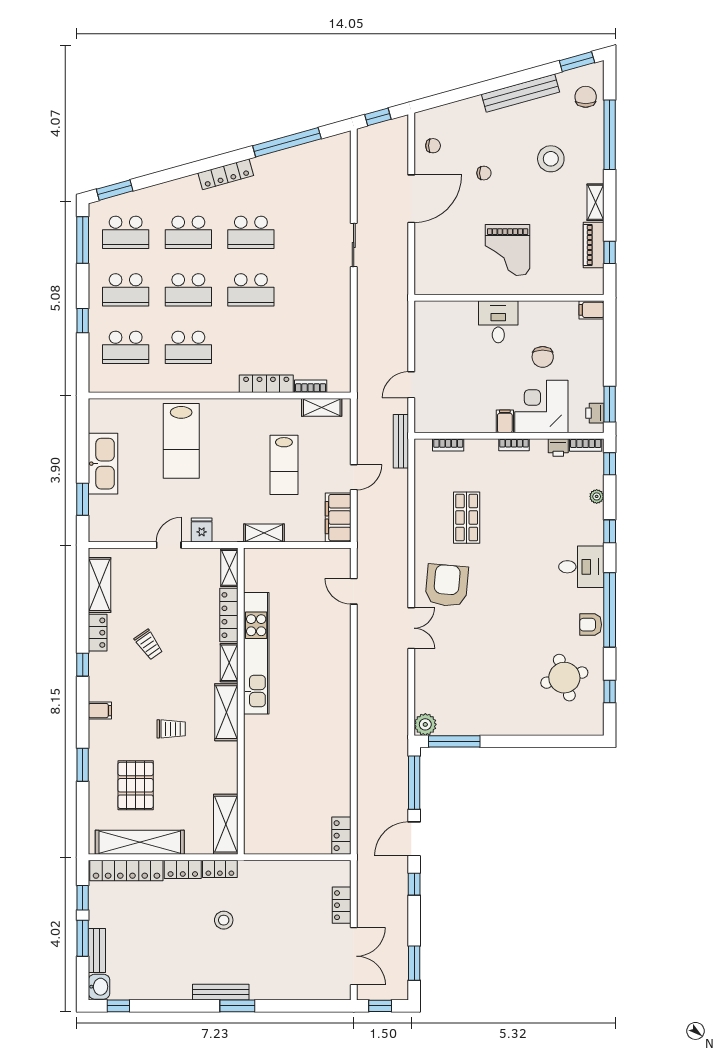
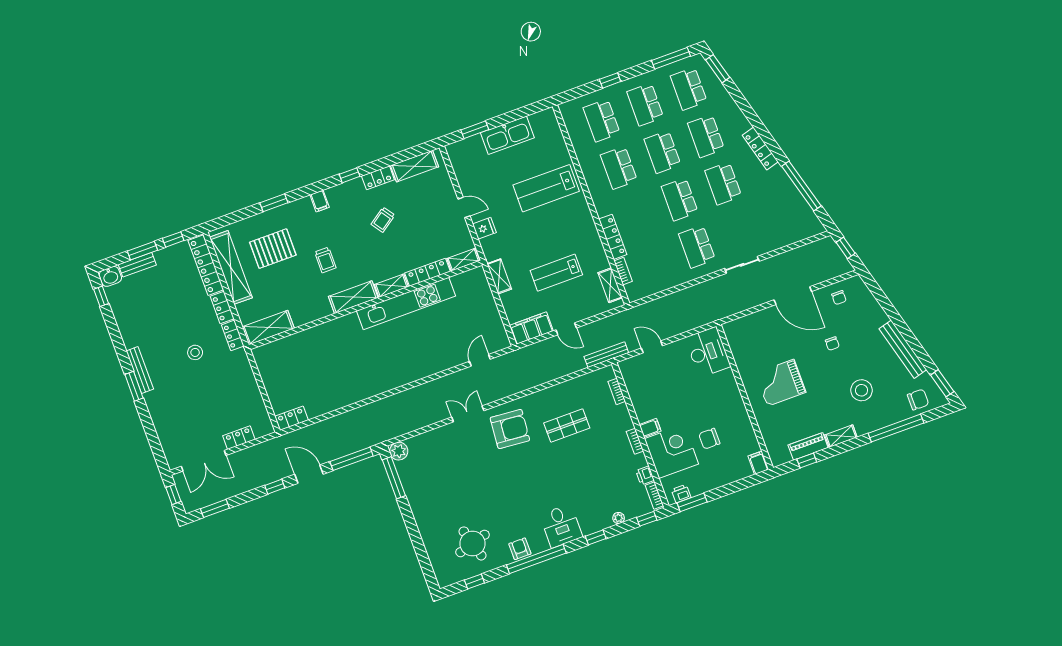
school desk: (314, 290) -> (697, 247), added
desk: (498, 322) -> (708, 352), moved, width x1.37
double door: (411, 628) -> (468, 414), swing flipped

